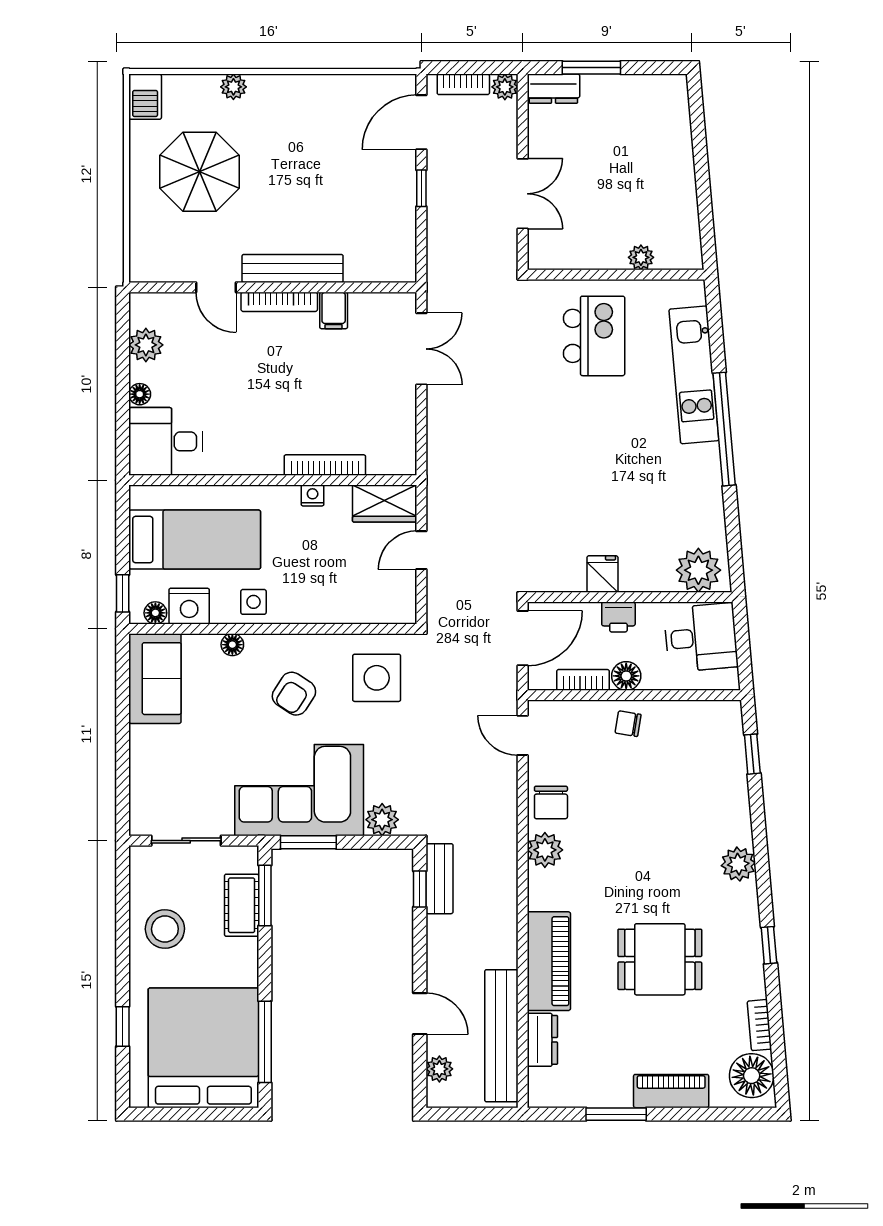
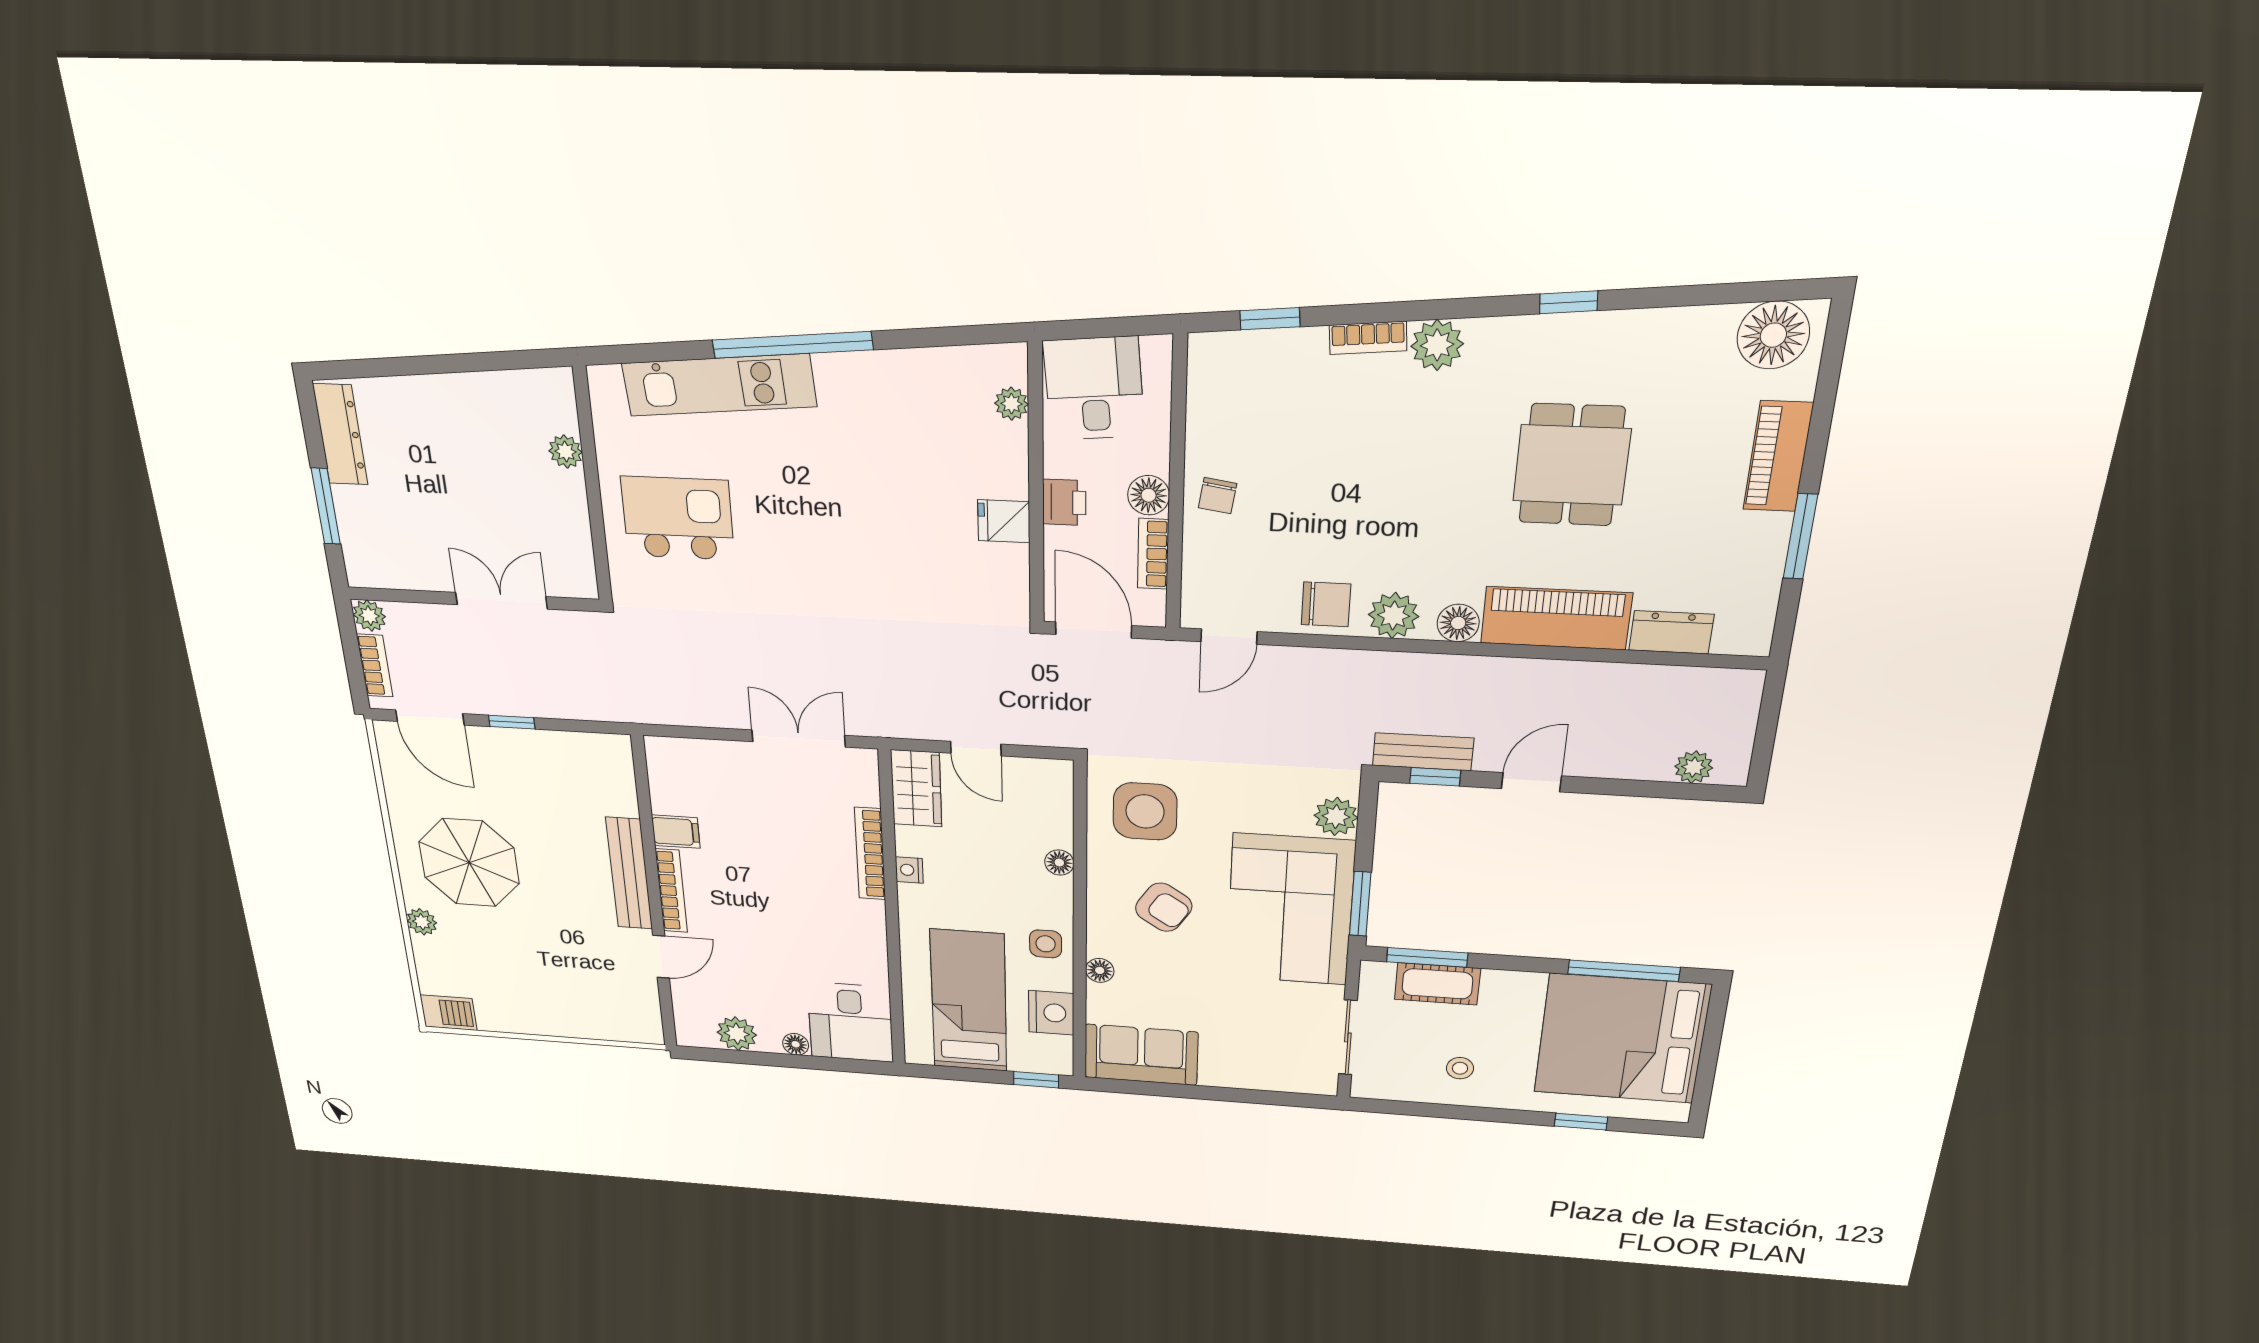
dresser: (553, 89) -> (340, 434), moved, width x1.44
parasol: (199, 172) -> (469, 863), moved
double door: (421, 349) -> (799, 739), moved
plant: (698, 570) -> (1011, 404), width x0.53, depth x0.53
floor lamp: (155, 613) -> (1059, 863), moved
floor lamp: (542, 895) -> (1458, 623), added
stool: (165, 929) -> (1460, 1068), width x0.53, depth x0.53
door: (420, 1014) -> (1531, 782), moved
bookcase: (759, 1025) -> (1368, 338), moved
bench: (501, 1036) -> (1657, 686), removed

